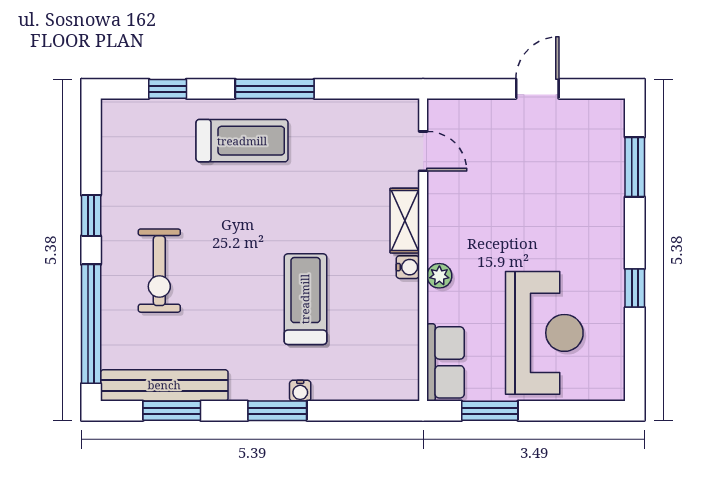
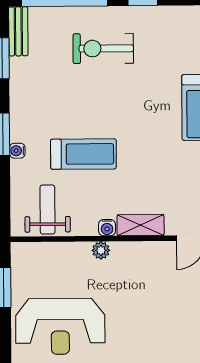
weight bench: (382, 349) -> (47, 210), added
row of seats: (445, 362) -> (38, 255), removed
bench: (164, 385) -> (18, 31), width x0.54, depth x0.82

